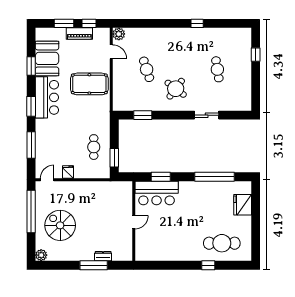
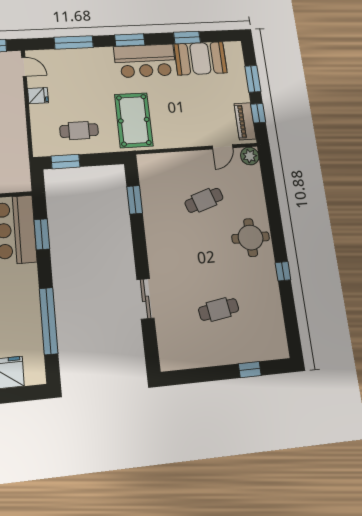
piano: (79, 34) -> (245, 121), moved
pool table: (89, 84) -> (134, 120), moved
round table: (176, 89) -> (251, 238), moved, turned -37

